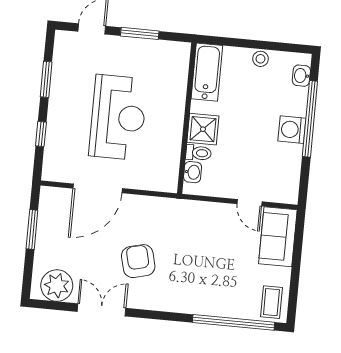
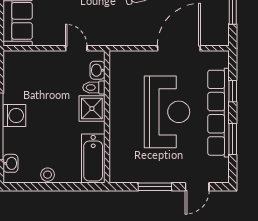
row of seats: (59, 111) -> (218, 113), added
reception desk: (118, 117) -> (167, 112), turned 180
door: (250, 203) -> (76, 48), moved

